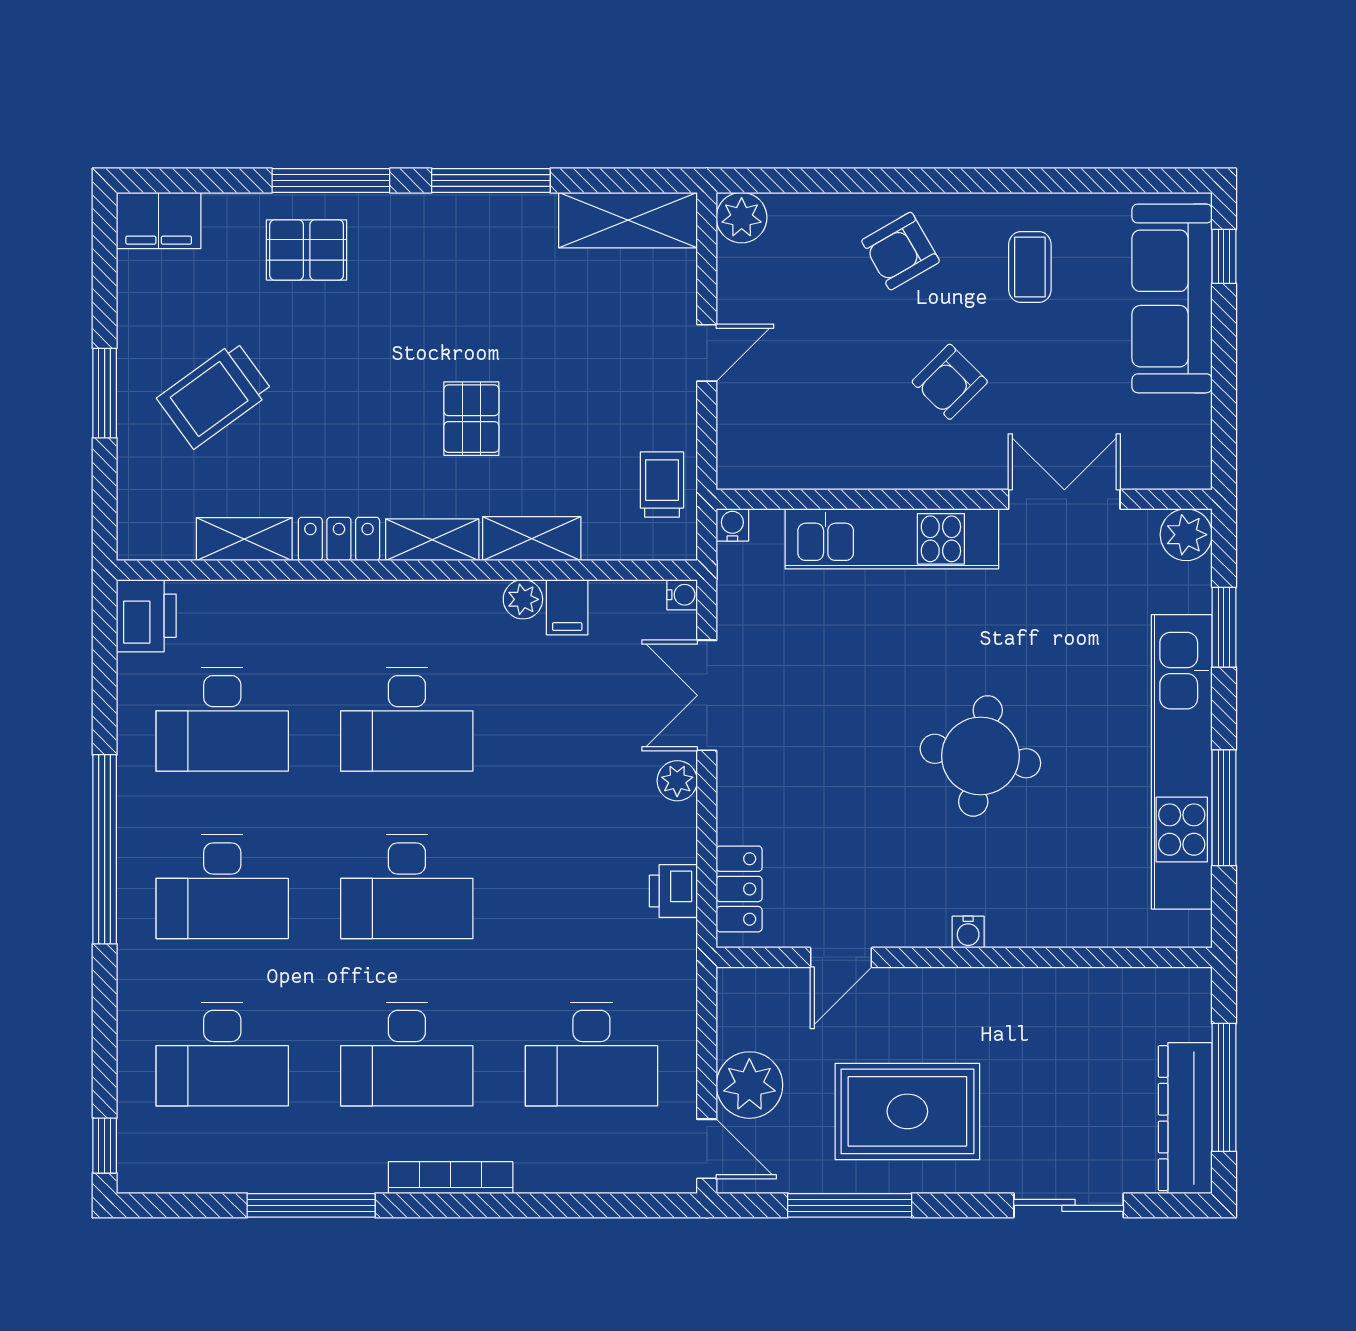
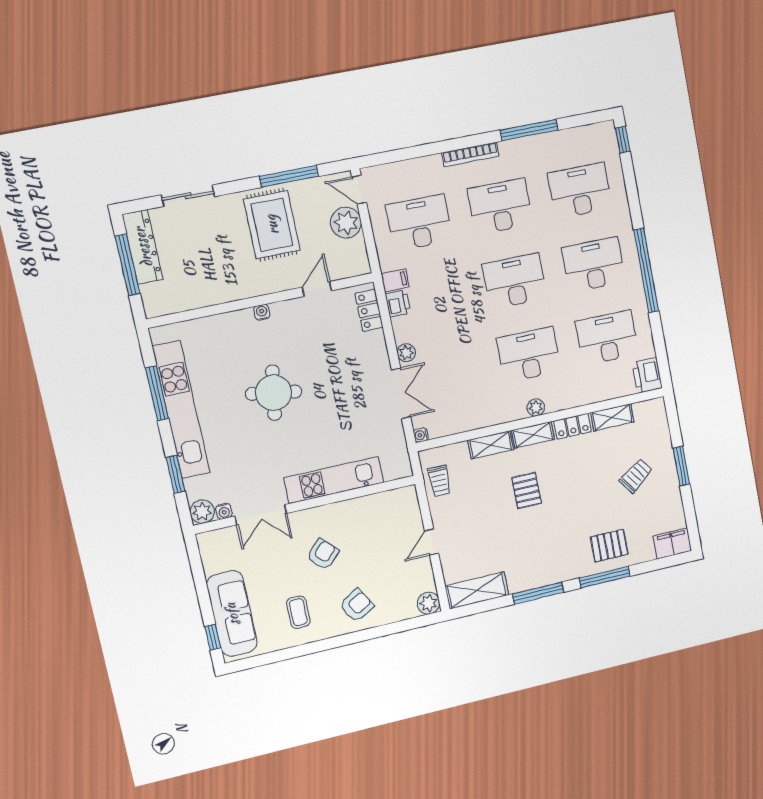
trolley: (215, 395) -> (636, 476), width x0.73, depth x0.72
water cooler: (732, 525) -> (224, 511), moved
plant: (523, 599) -> (536, 407), moved
filing cabinet: (567, 607) -> (395, 280), moved, turned 90
rug: (907, 1111) -> (272, 225), turned 90

